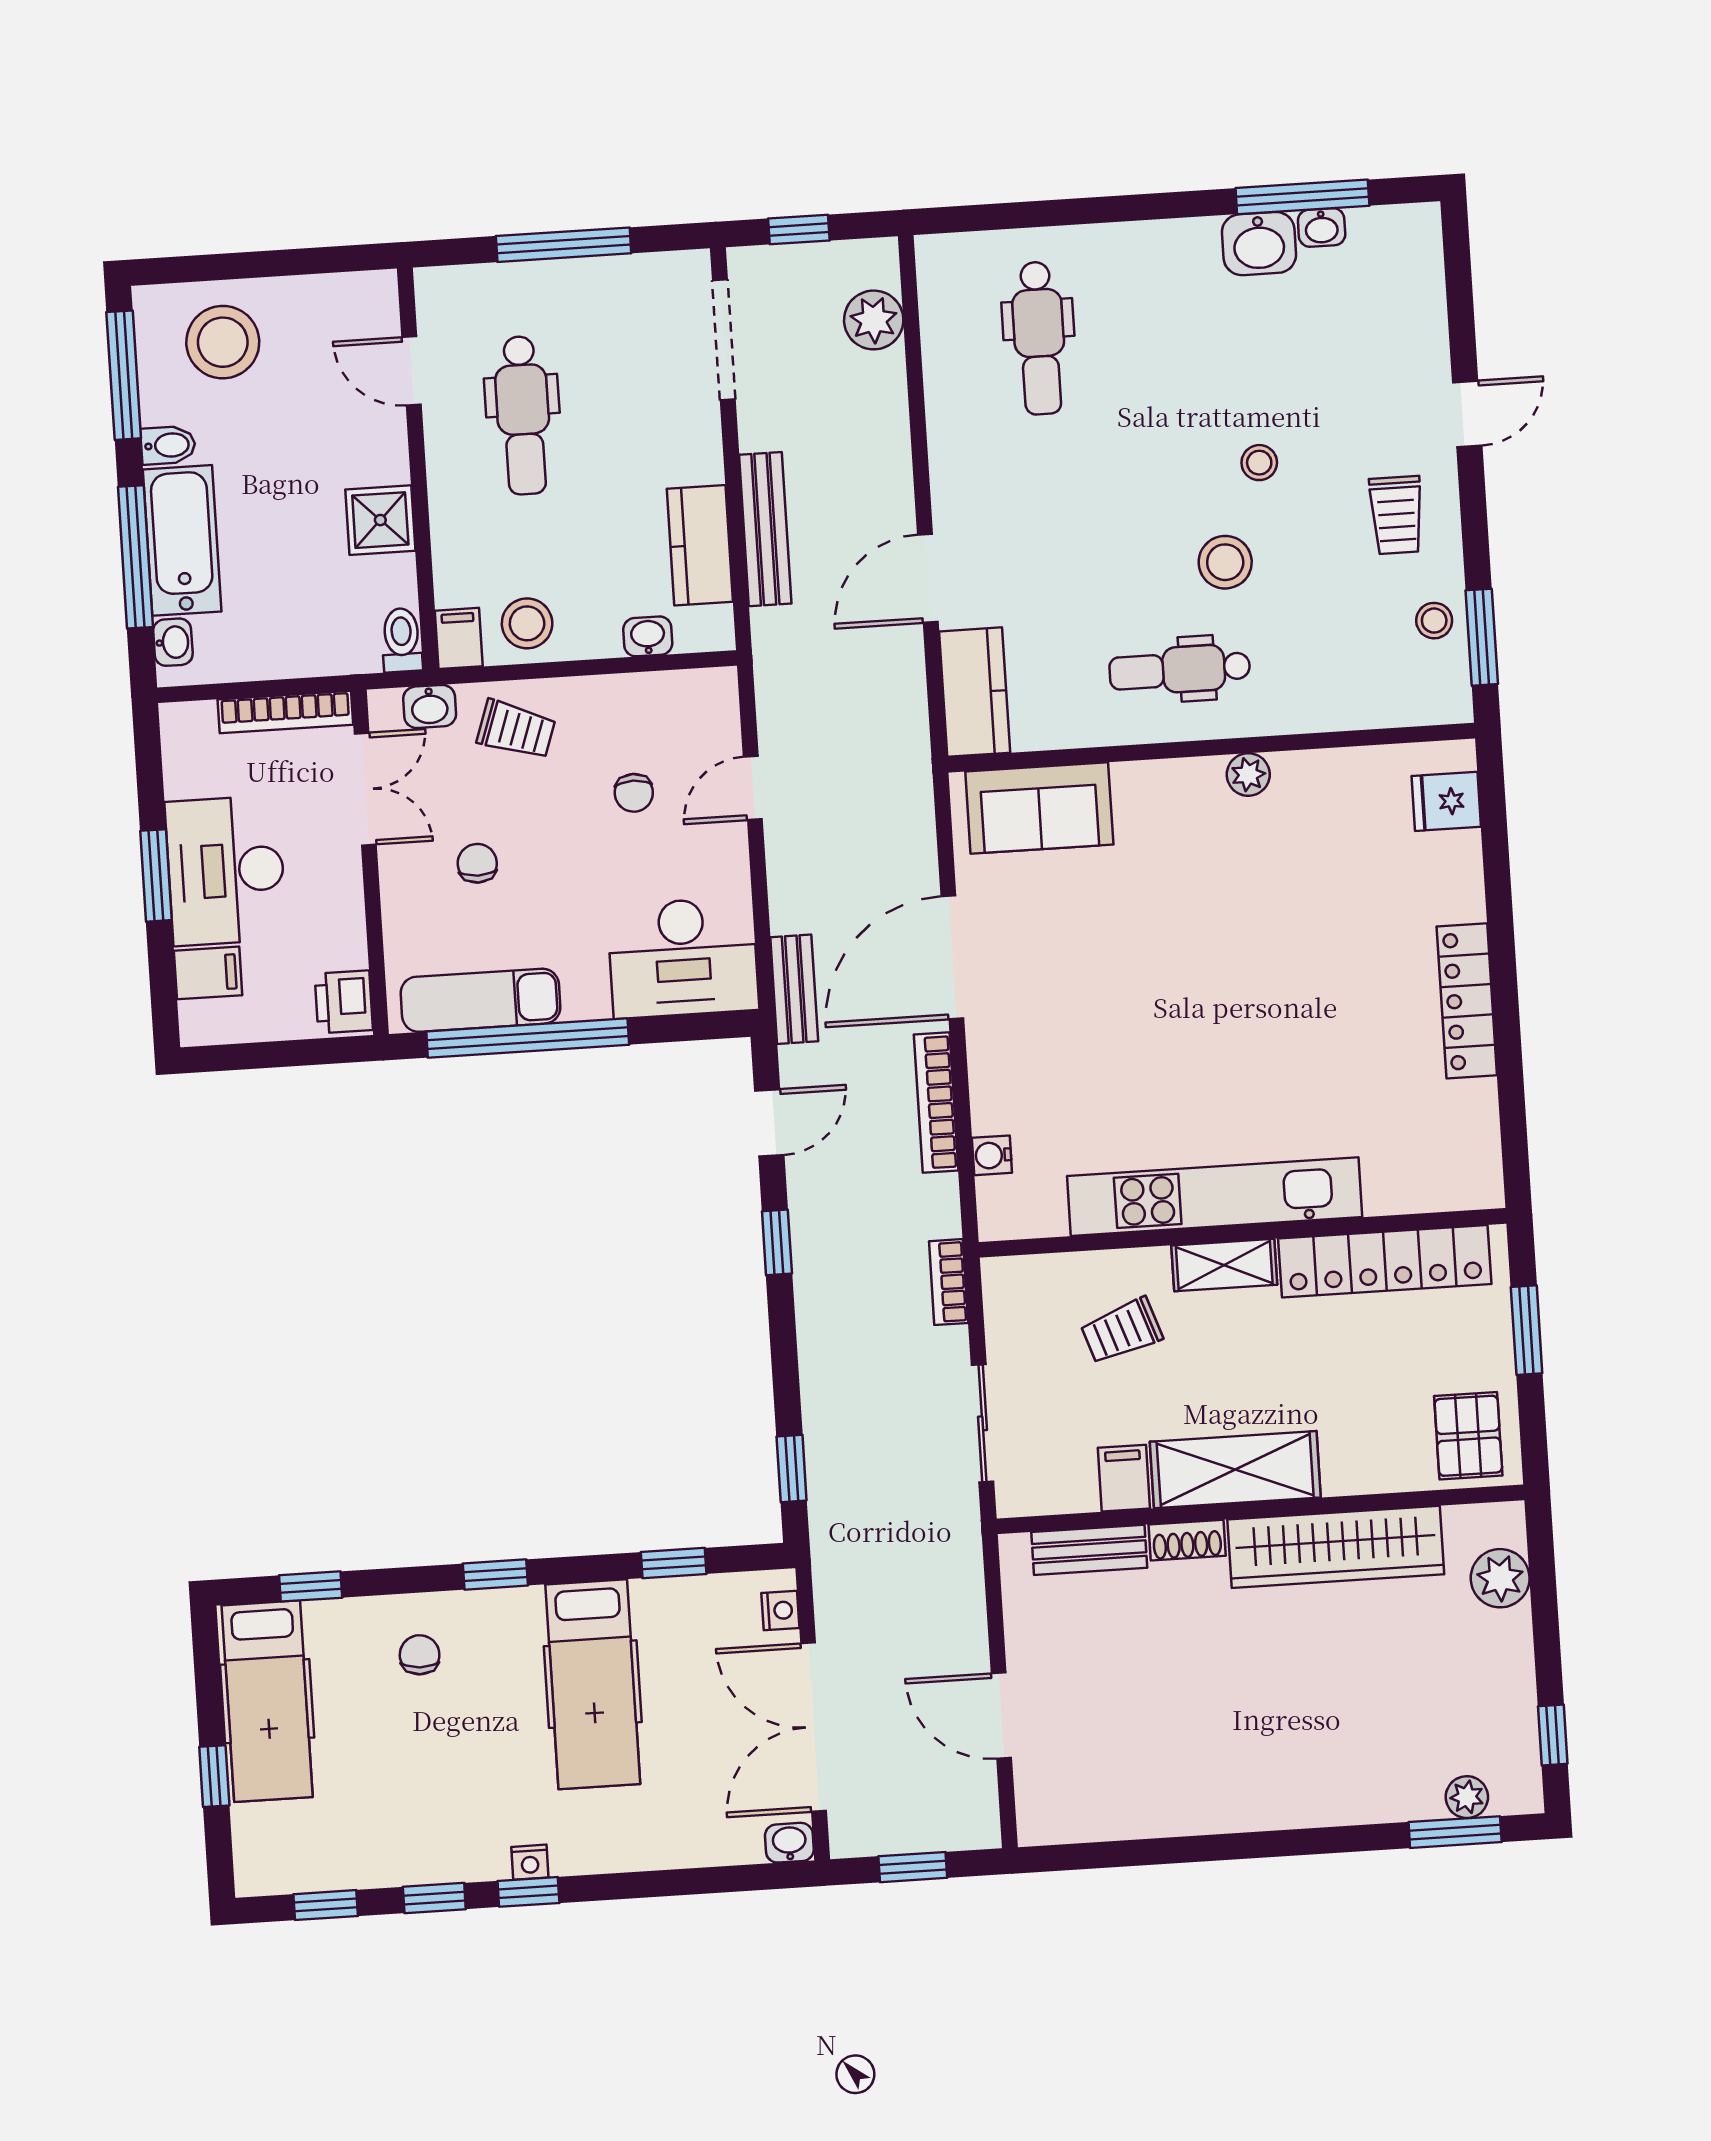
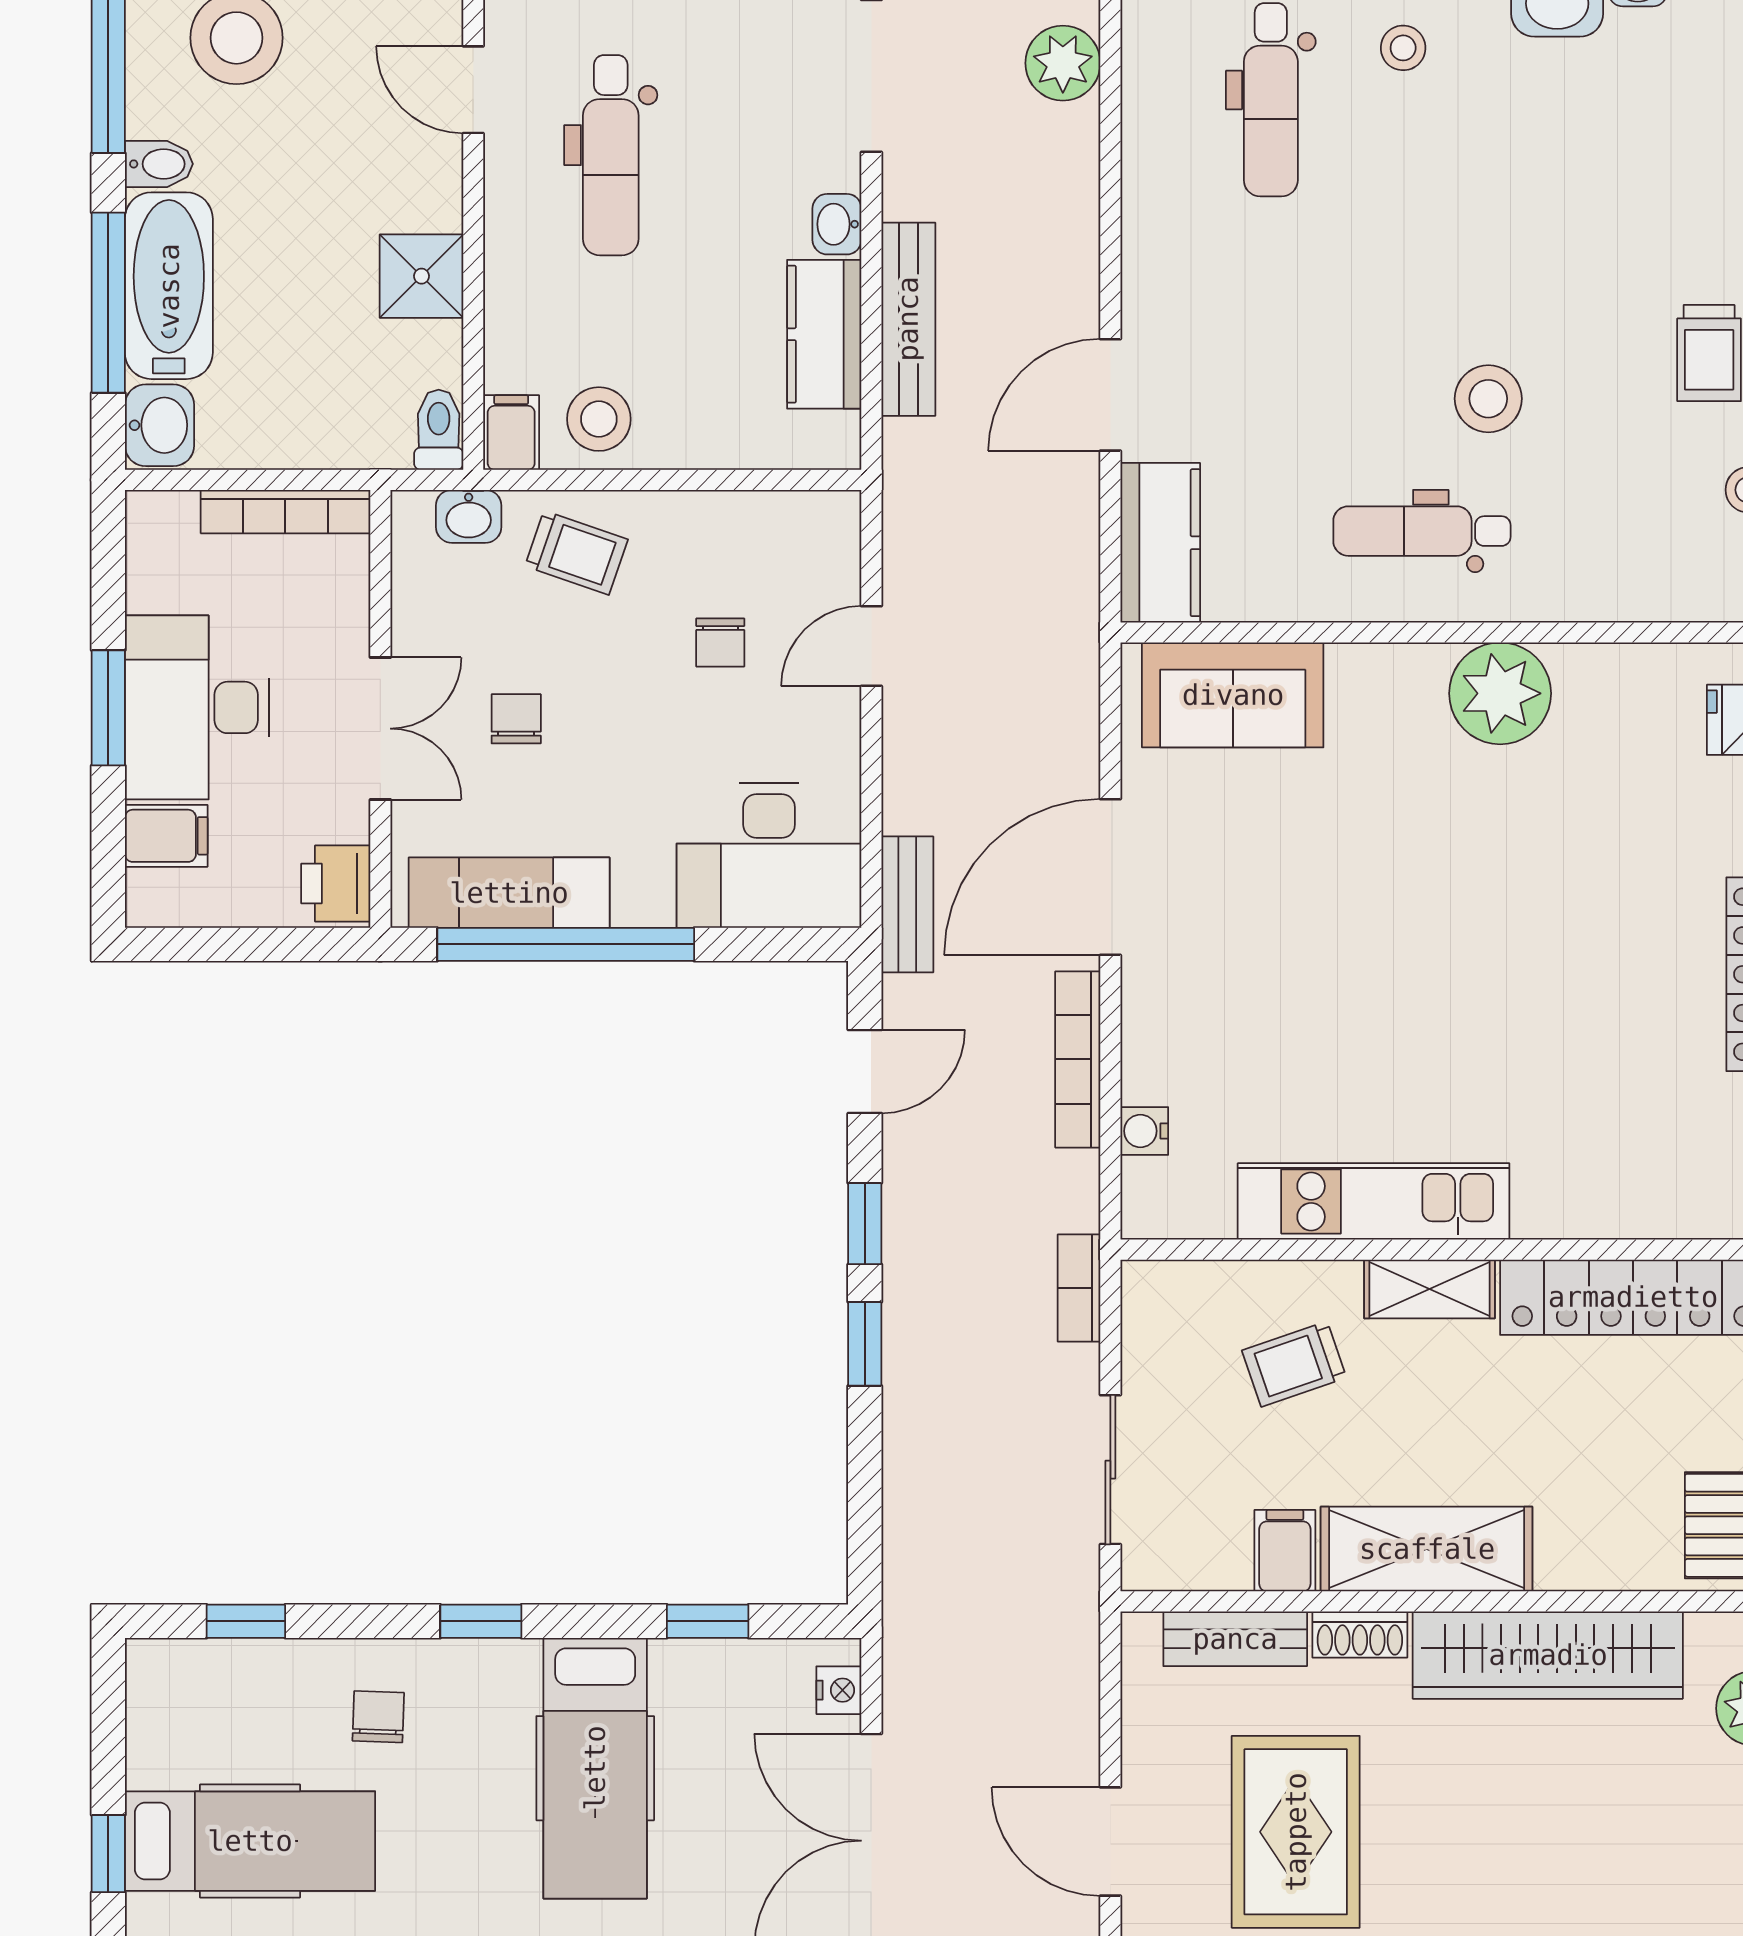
stool: (1259, 463) -> (1403, 48), moved
washbasin: (648, 636) -> (837, 224), moved, turned -90
washbasin: (173, 642) -> (159, 425), width x1.38, depth x1.45
plant: (1248, 775) -> (1500, 693), width x1.87, depth x1.87
double door: (365, 789) -> (380, 729), moved
kitchen unit: (1215, 1197) -> (1374, 1201), width x0.73
window: (792, 1469) -> (865, 1344), moved
rug: (1147, 1699) -> (1296, 1832), added
hospital bed: (267, 1701) -> (250, 1841), moved, turned -90

